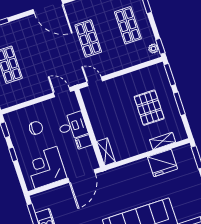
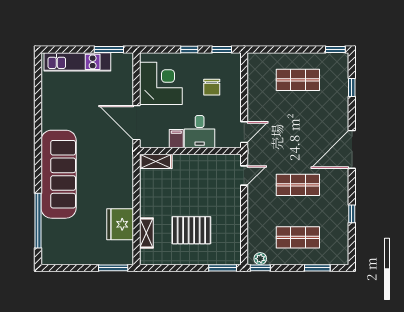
window: (179, 104) -> (184, 268), removed

